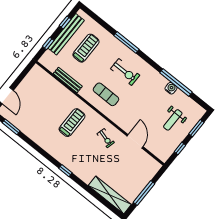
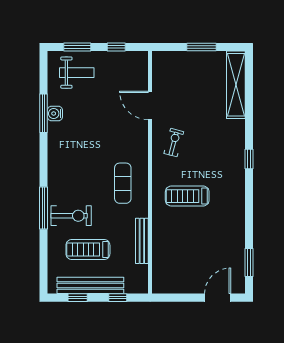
exercise bike: (125, 72) -> (71, 216), moved, turned 90
window: (176, 82) -> (43, 113), width x0.68
weight bench: (173, 120) -> (77, 73), moved
door: (135, 141) -> (150, 105), hinge flipped
window: (144, 193) -> (201, 47), width x0.69

